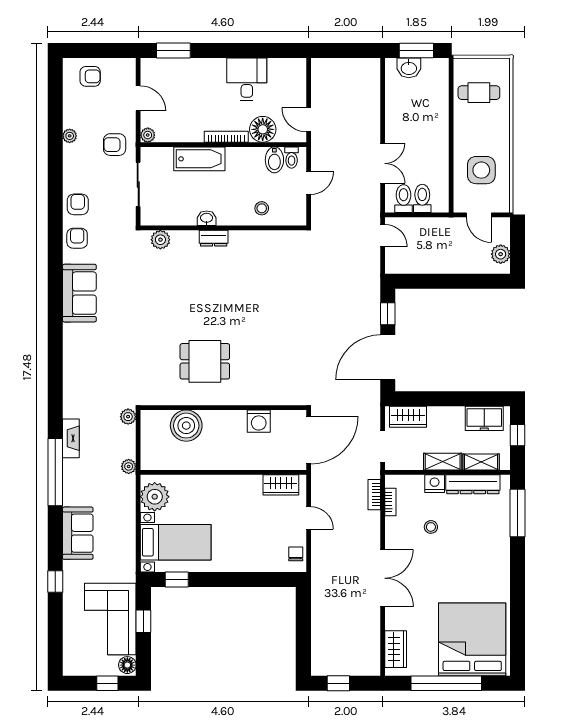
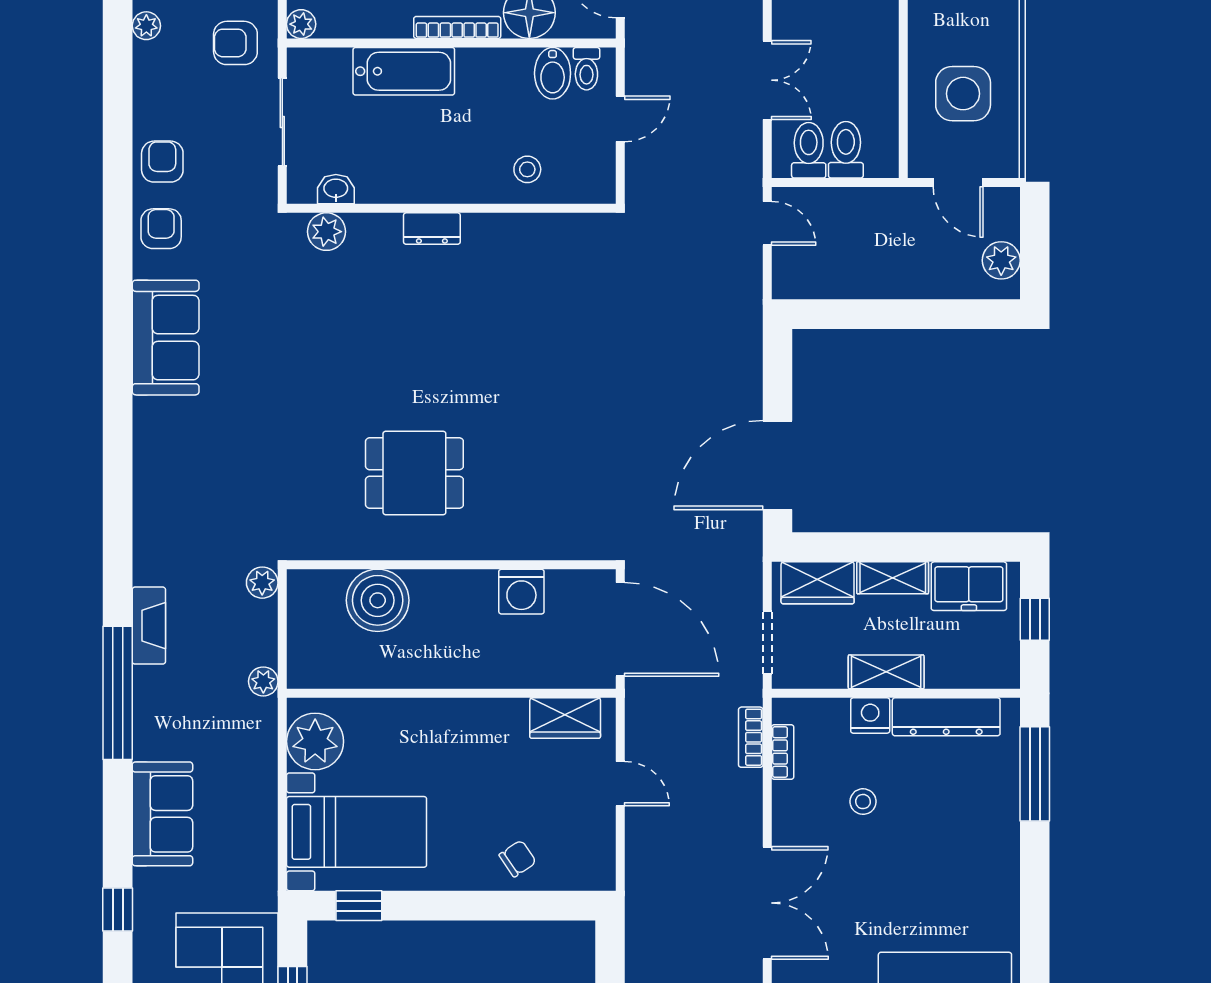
washbasin: (207, 218) -> (336, 189), moved
window: (388, 314) -> (778, 379), removed
door: (309, 440) -> (620, 629), hinge flipped
shelving: (481, 462) -> (893, 578), moved
chair: (296, 554) -> (518, 858), moved, turned 56

